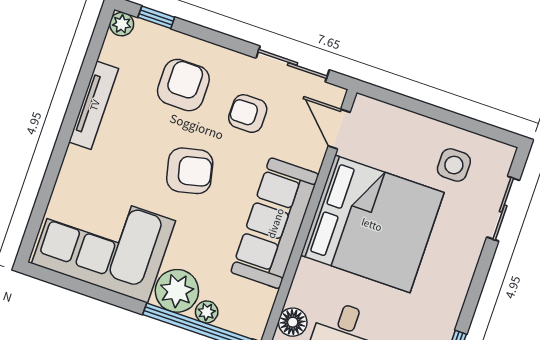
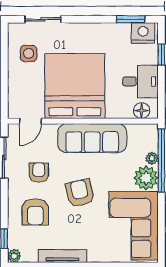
armchair: (183, 85) -> (35, 212), turned -90
armchair: (248, 114) -> (39, 172), turned 180

